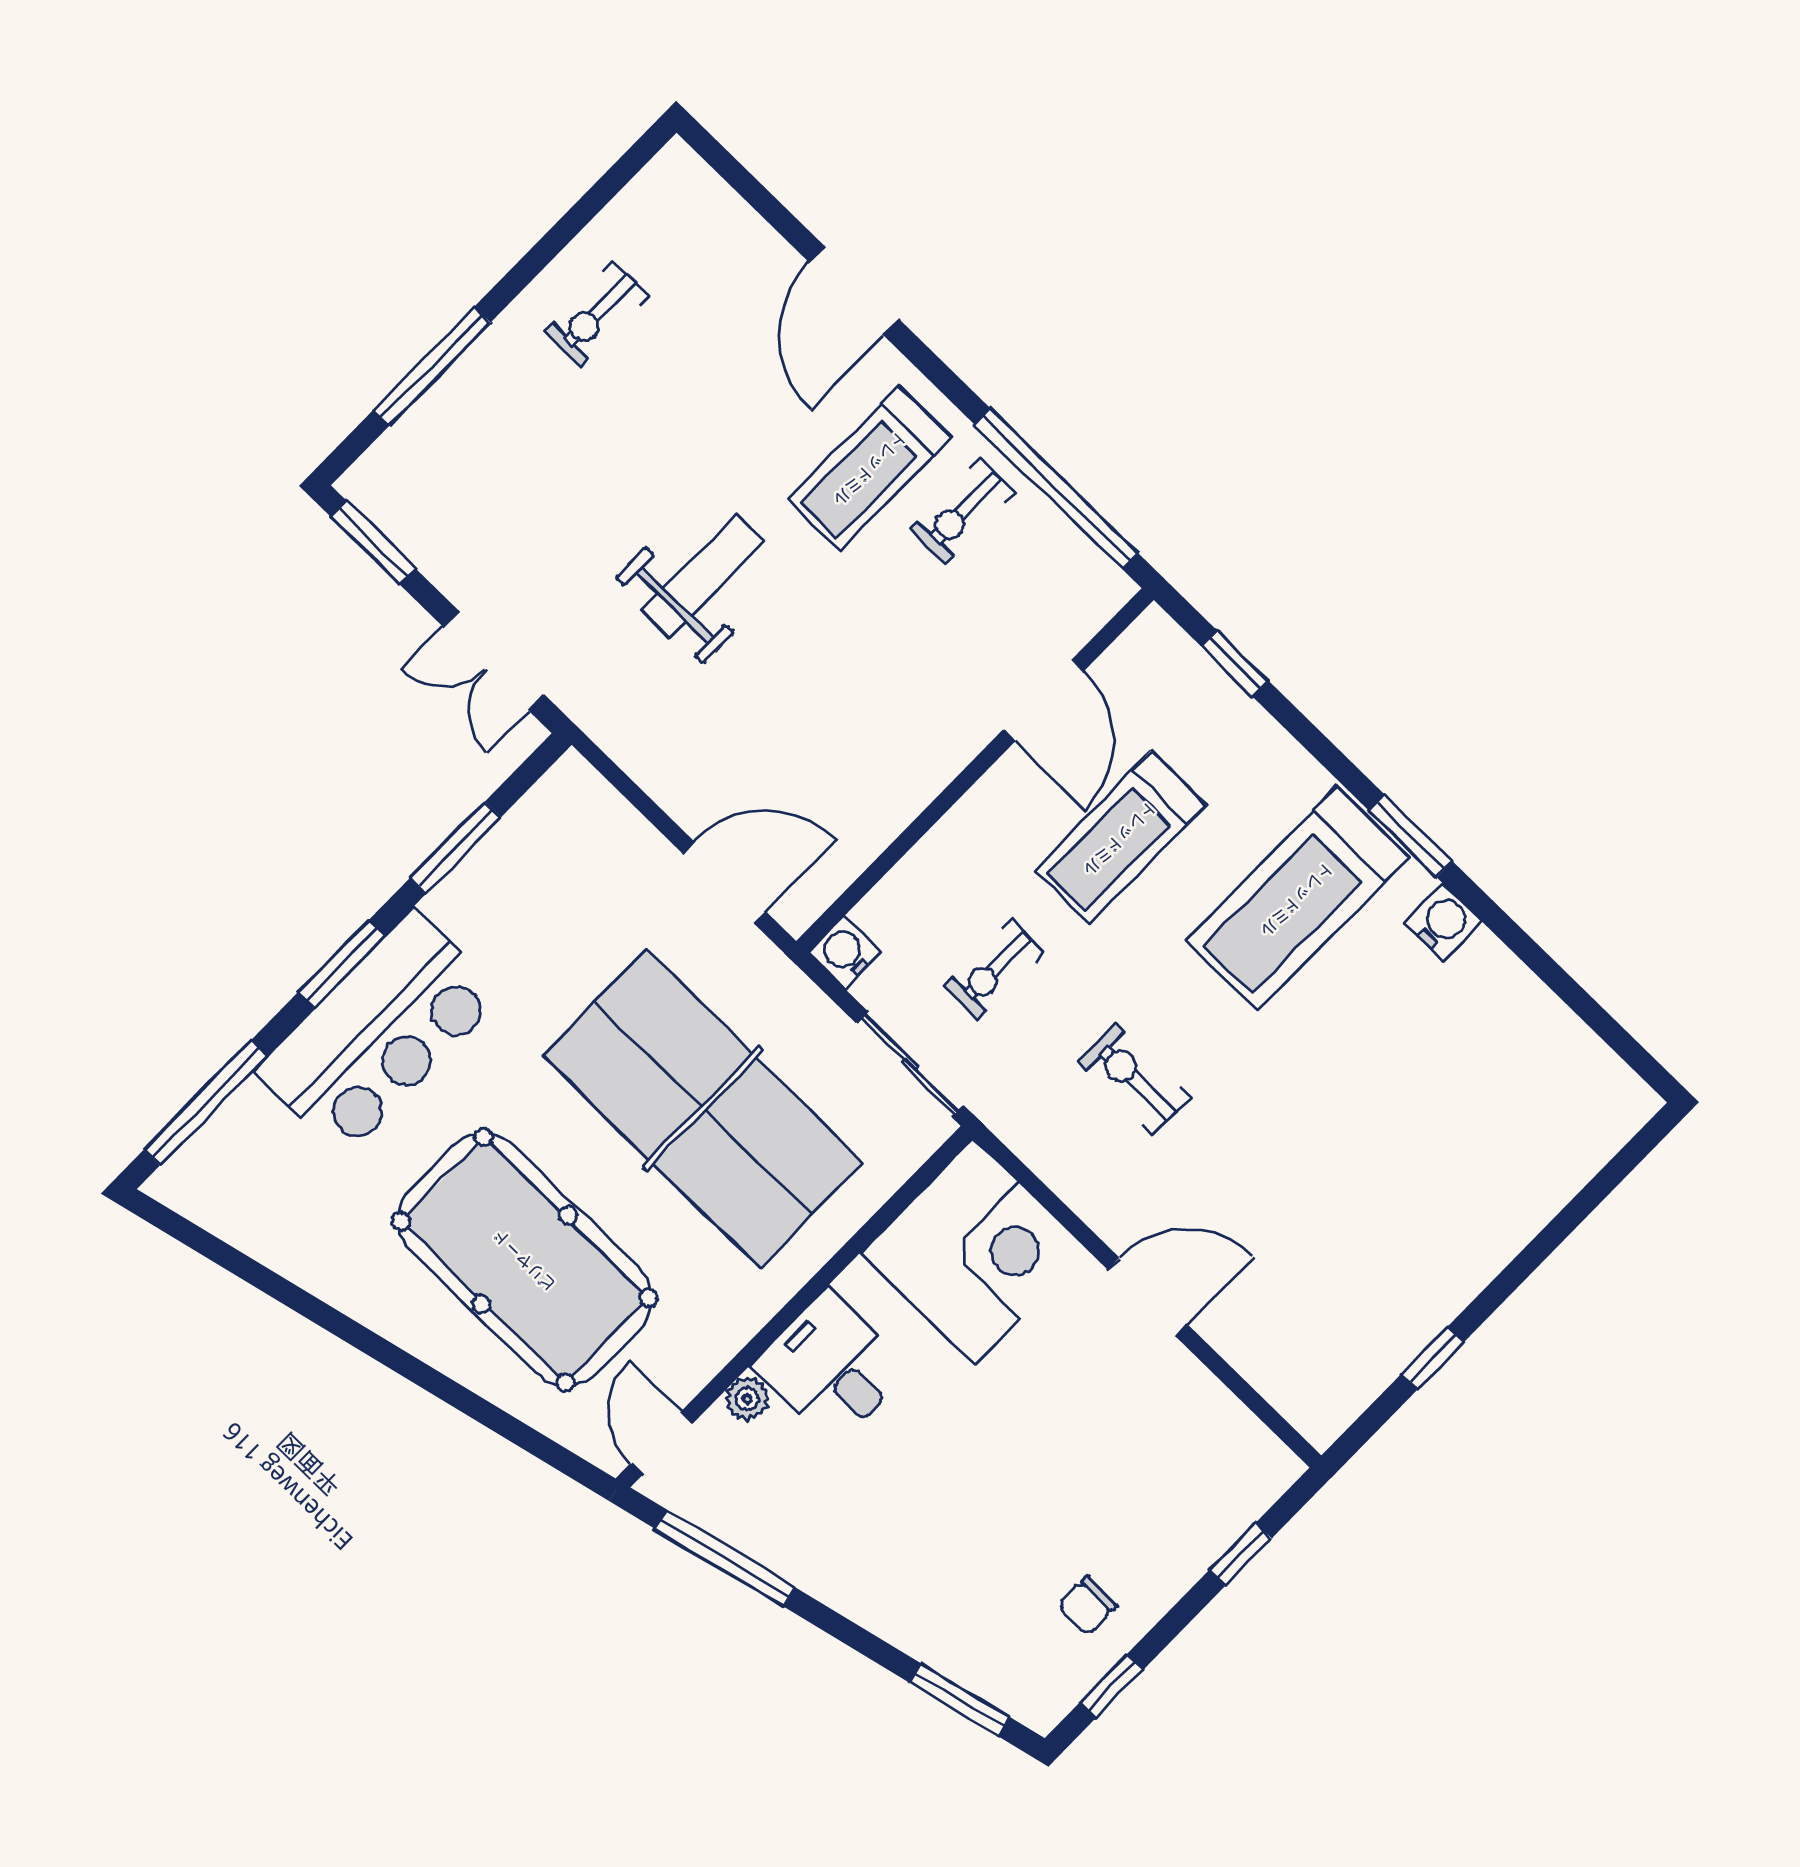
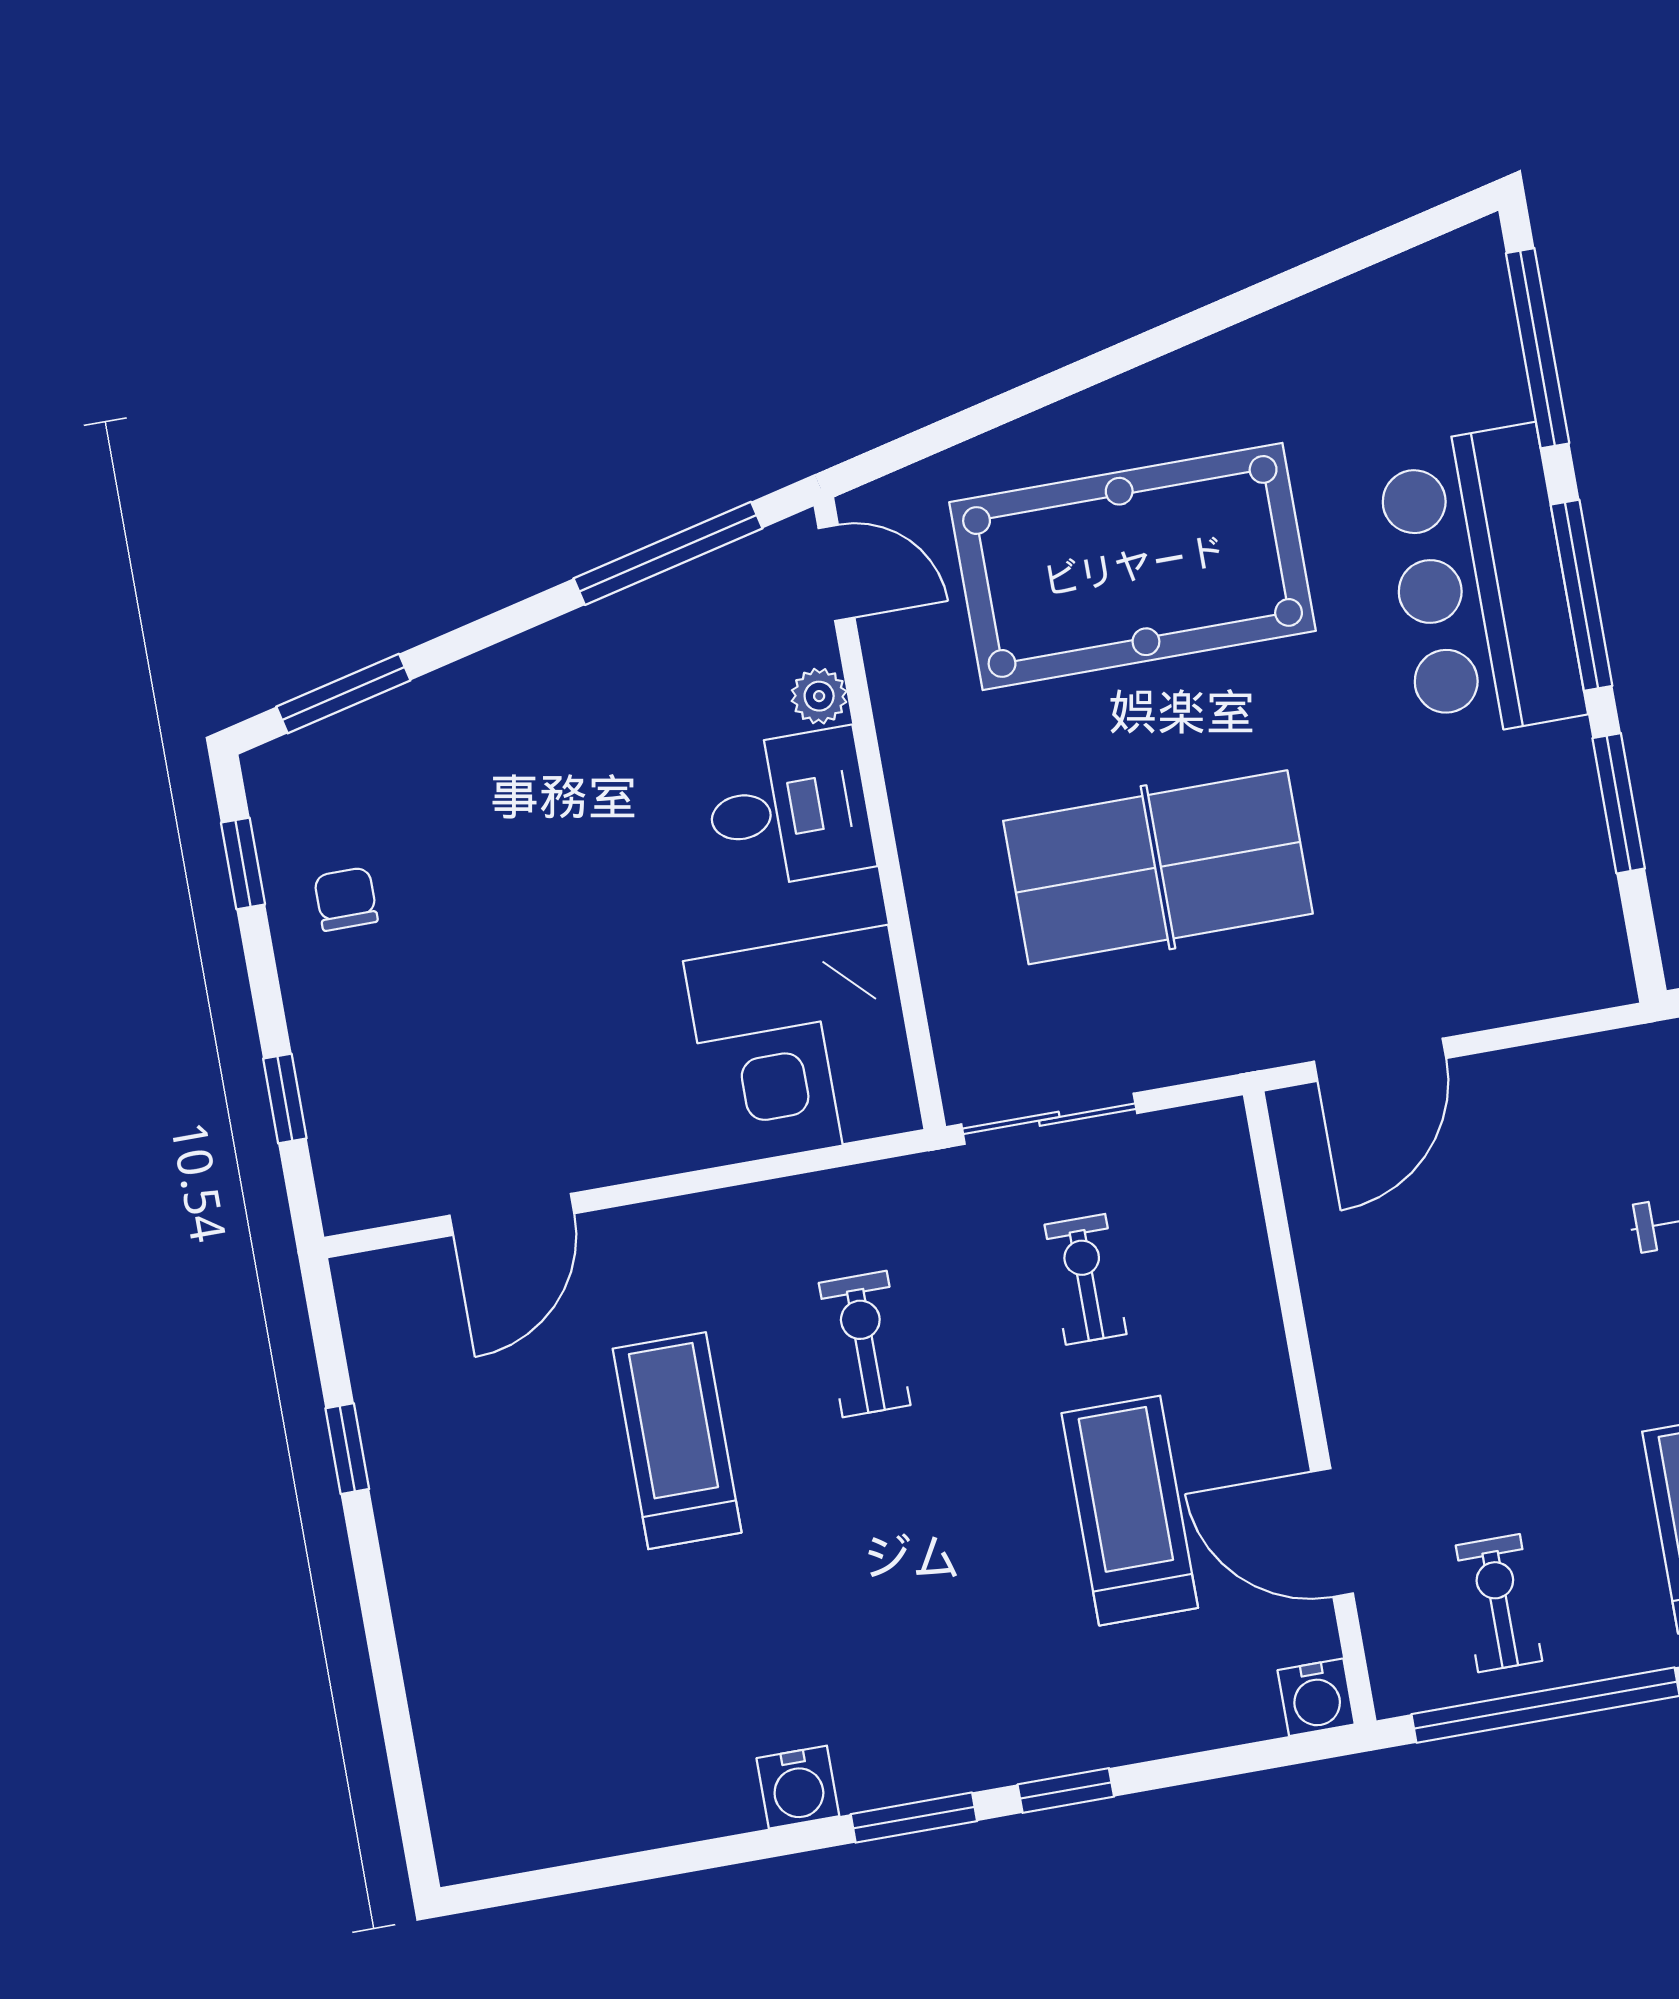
exercise bike: (962, 512) -> (1499, 1603), moved
window: (1234, 663) -> (1066, 1791), moved
treadmill: (1297, 899) -> (677, 1441), moved, width x0.73, depth x0.73
water cooler: (845, 952) -> (1316, 1697), moved, turned 90
window: (341, 964) -> (1582, 595), width x1.44
exercise bike: (1134, 1079) -> (865, 1344), turned -90
table tennis table: (703, 1109) -> (1158, 867), width x0.73, depth x0.76
door: (1147, 1297) -> (512, 1214), moved

